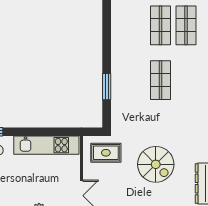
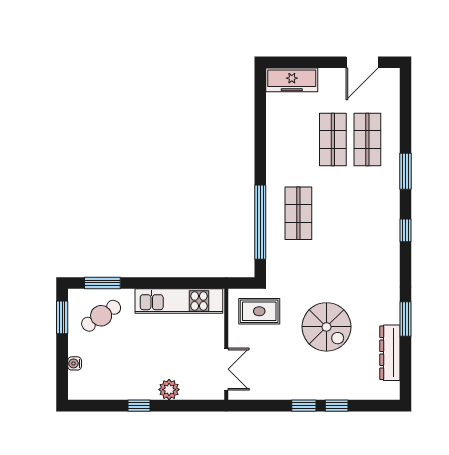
shop shelf: (160, 80) -> (298, 213), moved
window: (107, 87) -> (260, 222), width x2.11

